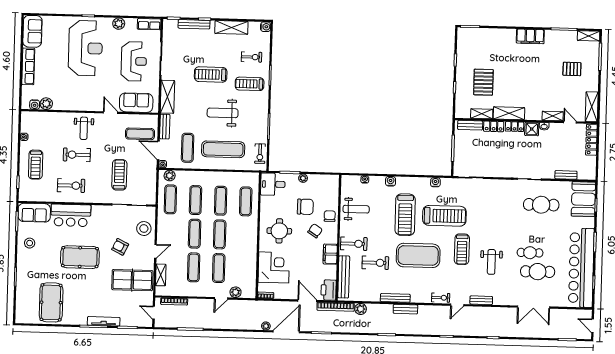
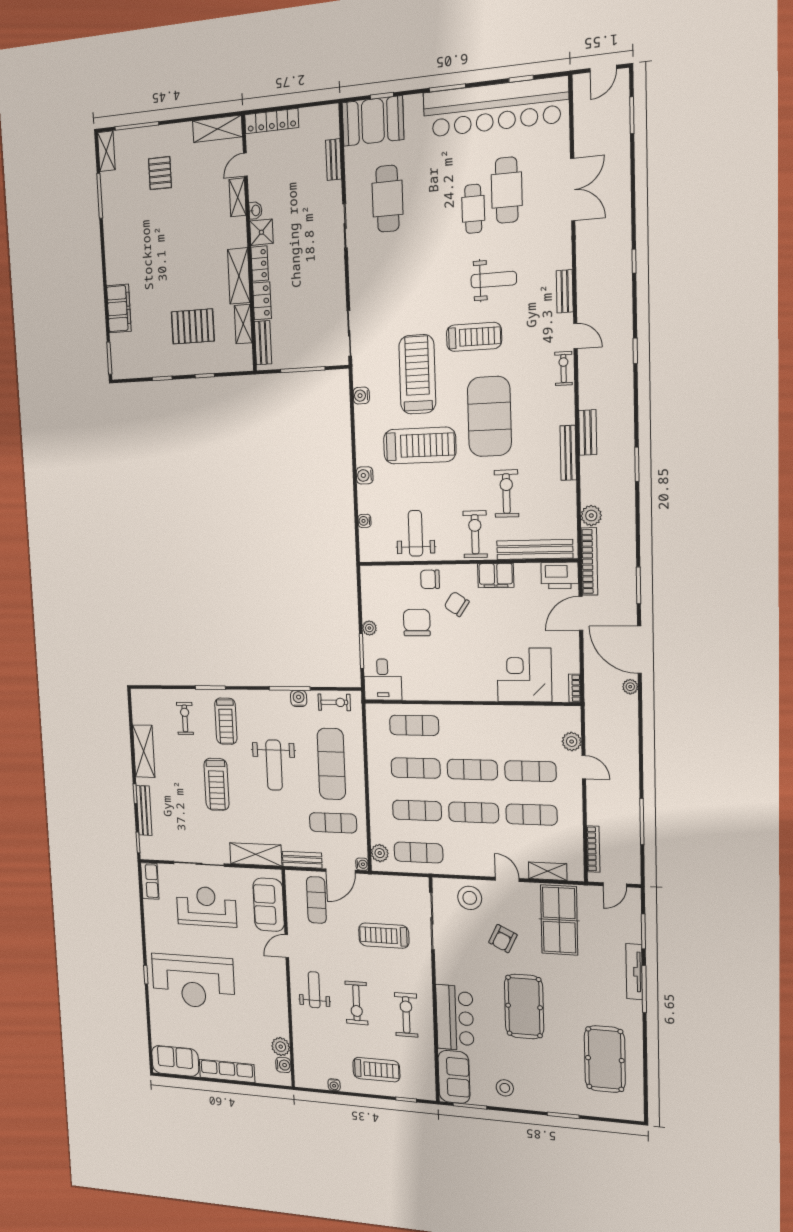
plant: (119, 24) -> (153, 928), removed
water cooler: (266, 27) -> (299, 698), moved
filing cabinet: (530, 36) -> (119, 309), moved
reception desk: (85, 48) -> (193, 981), turned 180
weight bench: (84, 128) -> (314, 990), turned -90
round table: (279, 231) -> (460, 667), removed
pool table: (51, 302) -> (605, 1059), turned 90

